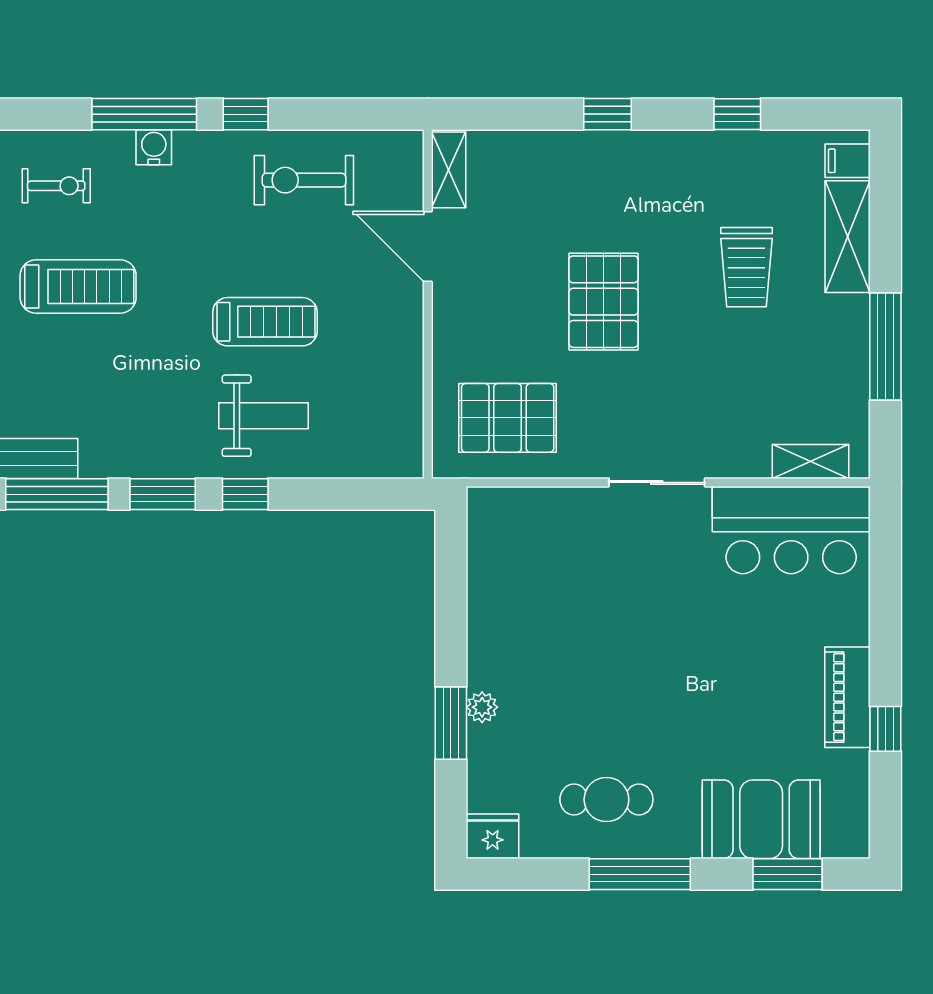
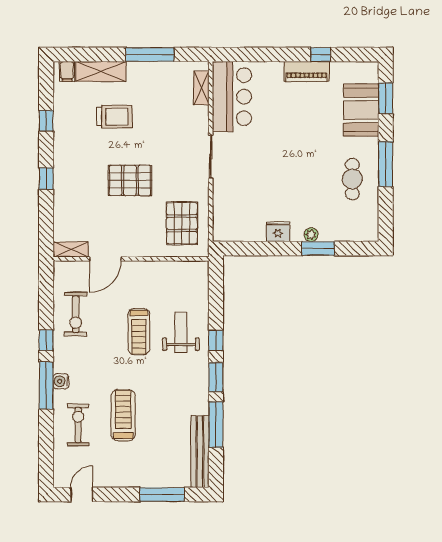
exercise bike: (56, 186) -> (78, 425), width x1.38, depth x1.39
treadmill: (265, 322) -> (139, 332), turned 180
fridge: (493, 836) -> (278, 232), moved, turned 90

